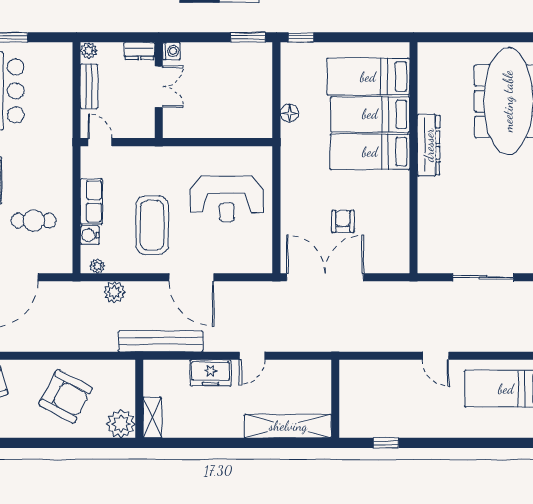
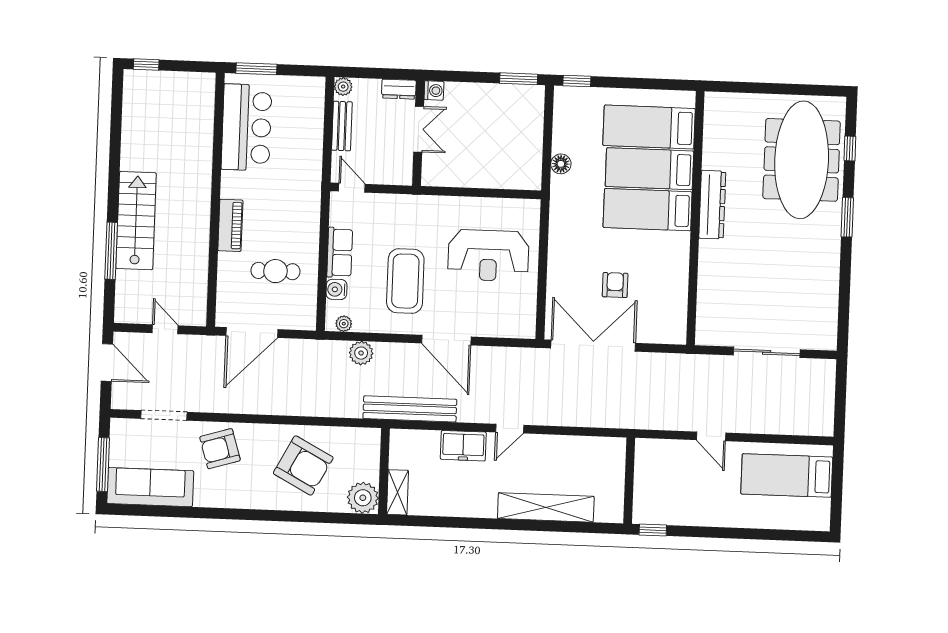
wall: (335, 399) -> (629, 481), moved

